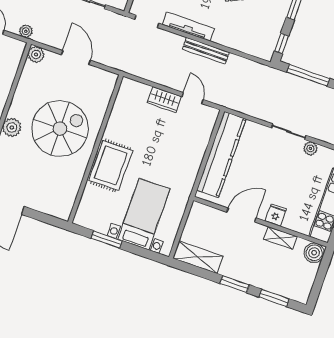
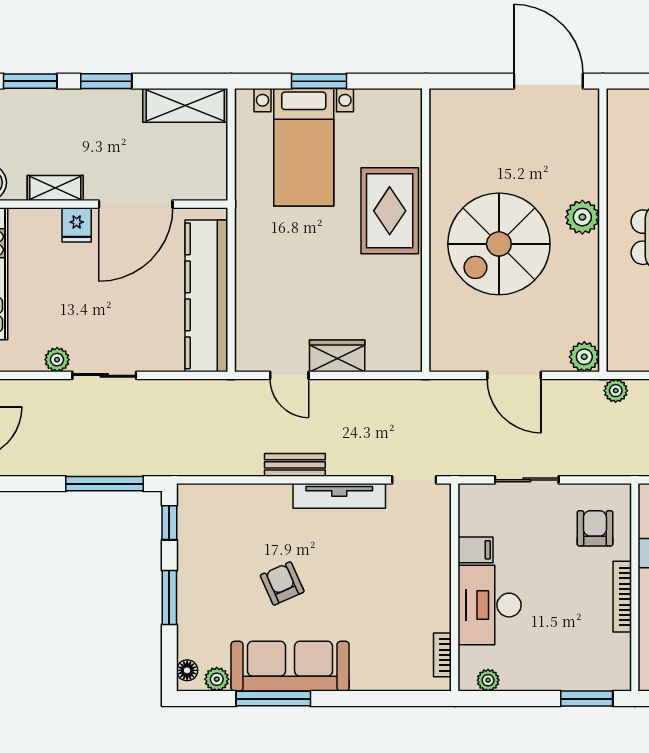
bench: (206, 51) -> (295, 465), width x0.73
door: (241, 215) -> (136, 204), width x1.36
window: (107, 240) -> (319, 81), moved

